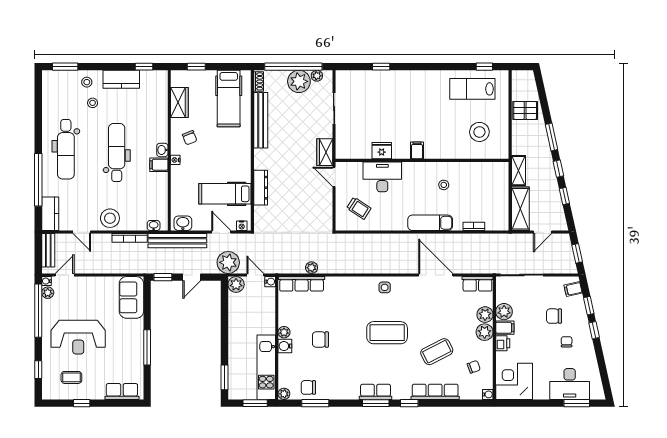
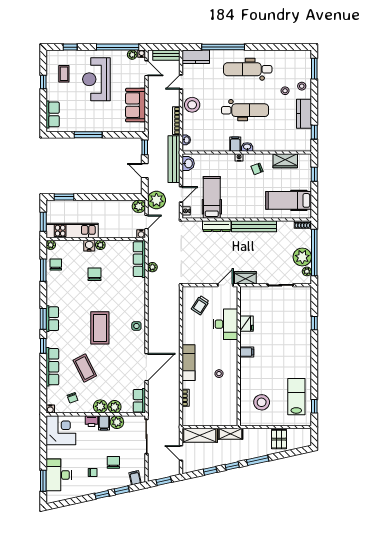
bench: (261, 120) -> (254, 226), moved
sofa: (131, 297) -> (136, 105), moved, turned -90

